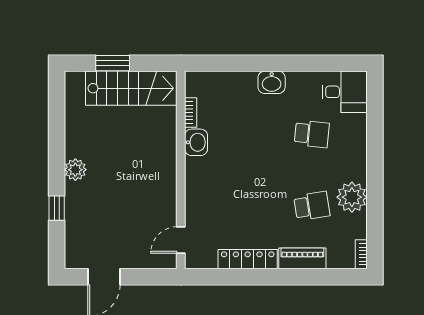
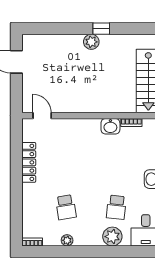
plant: (354, 140) -> (112, 237), added
plant: (352, 197) -> (67, 240), width x0.53, depth x0.53
window: (57, 208) -> (101, 29), moved
piano: (302, 258) -> (29, 201), removed

